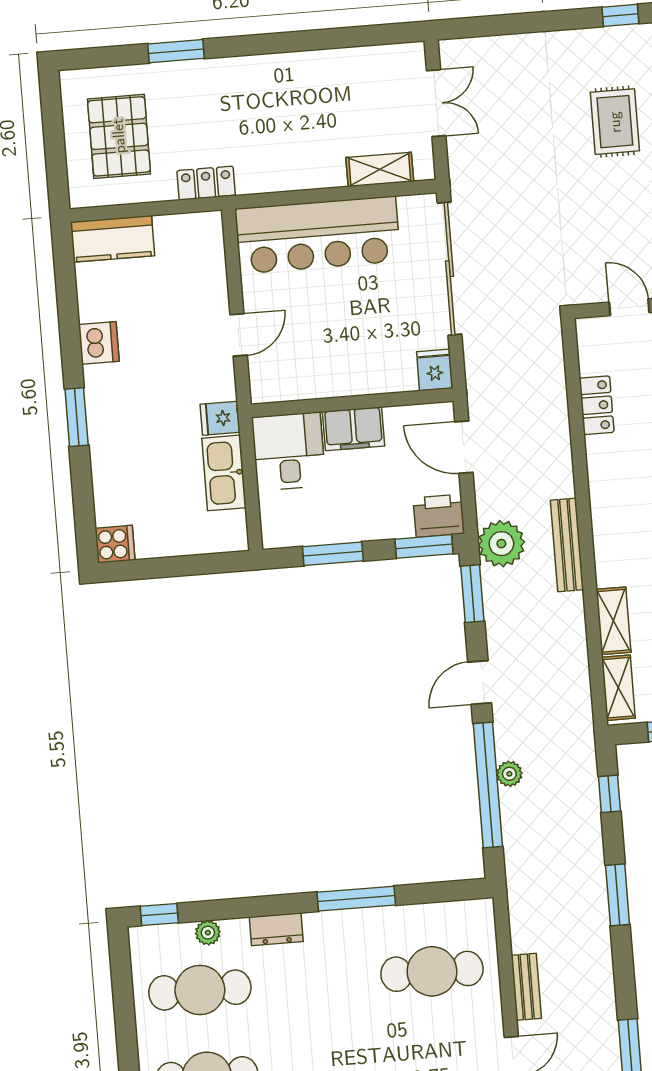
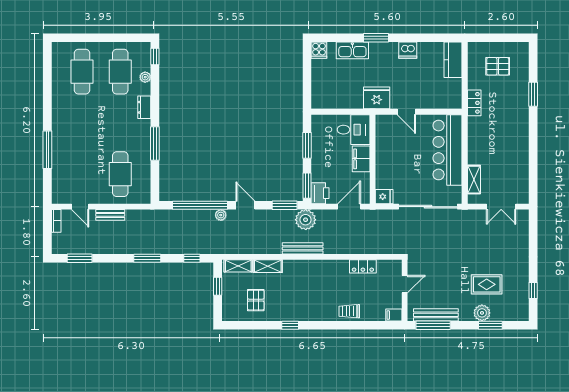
pallet: (119, 136) -> (498, 66), width x0.67, depth x0.71
fridge: (220, 418) -> (377, 98), width x1.88, depth x1.34
kitchen sink: (224, 473) -> (352, 50), moved, turned 180
plant: (509, 774) -> (221, 215), moved

